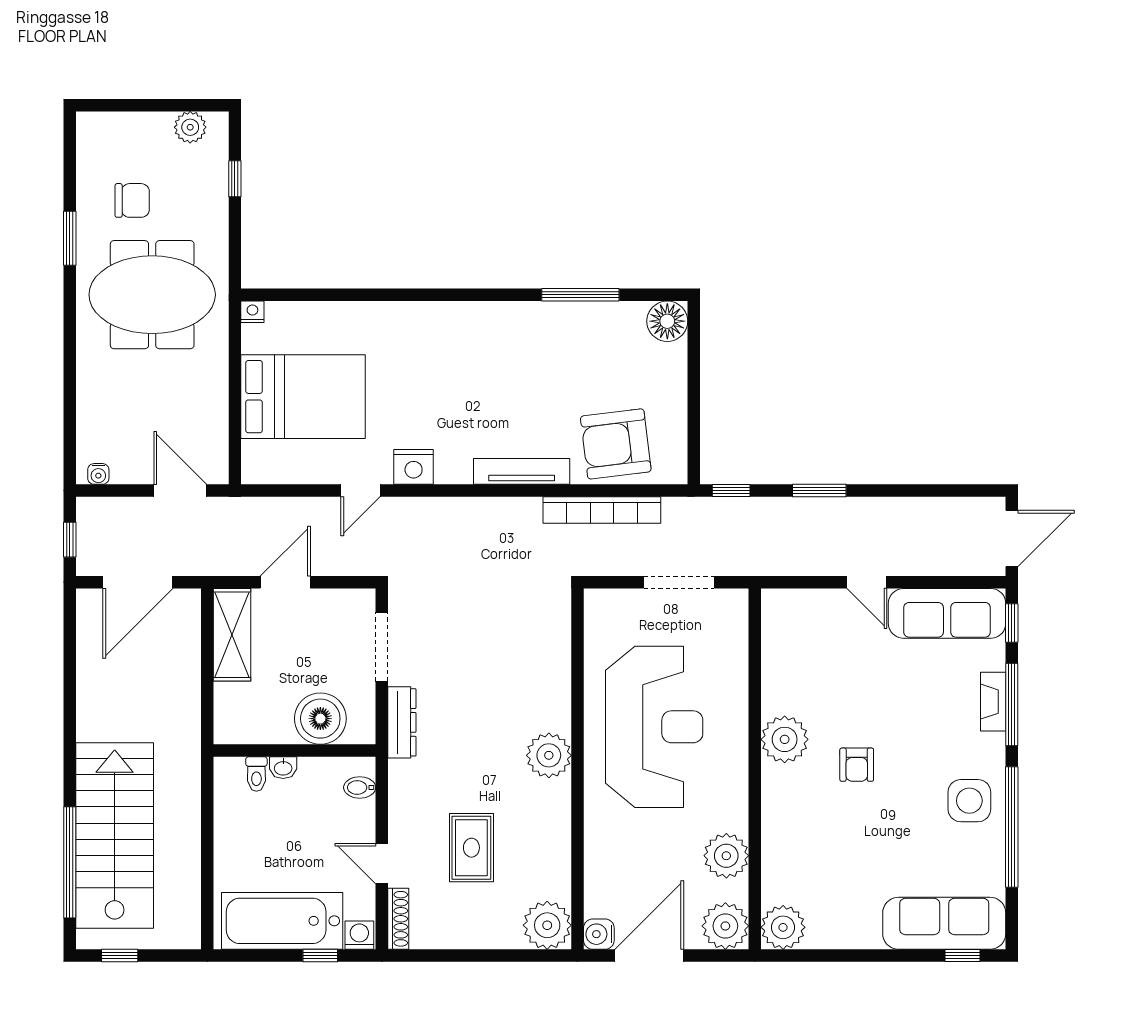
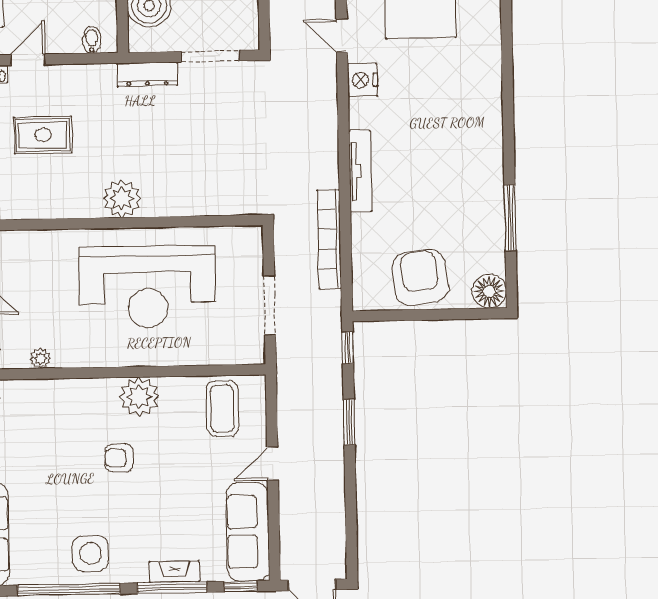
armchair: (616, 444) -> (420, 278), moved
coffee table: (800, 641) -> (222, 408), added
plant: (726, 856) -> (40, 358), width x0.53, depth x0.53

